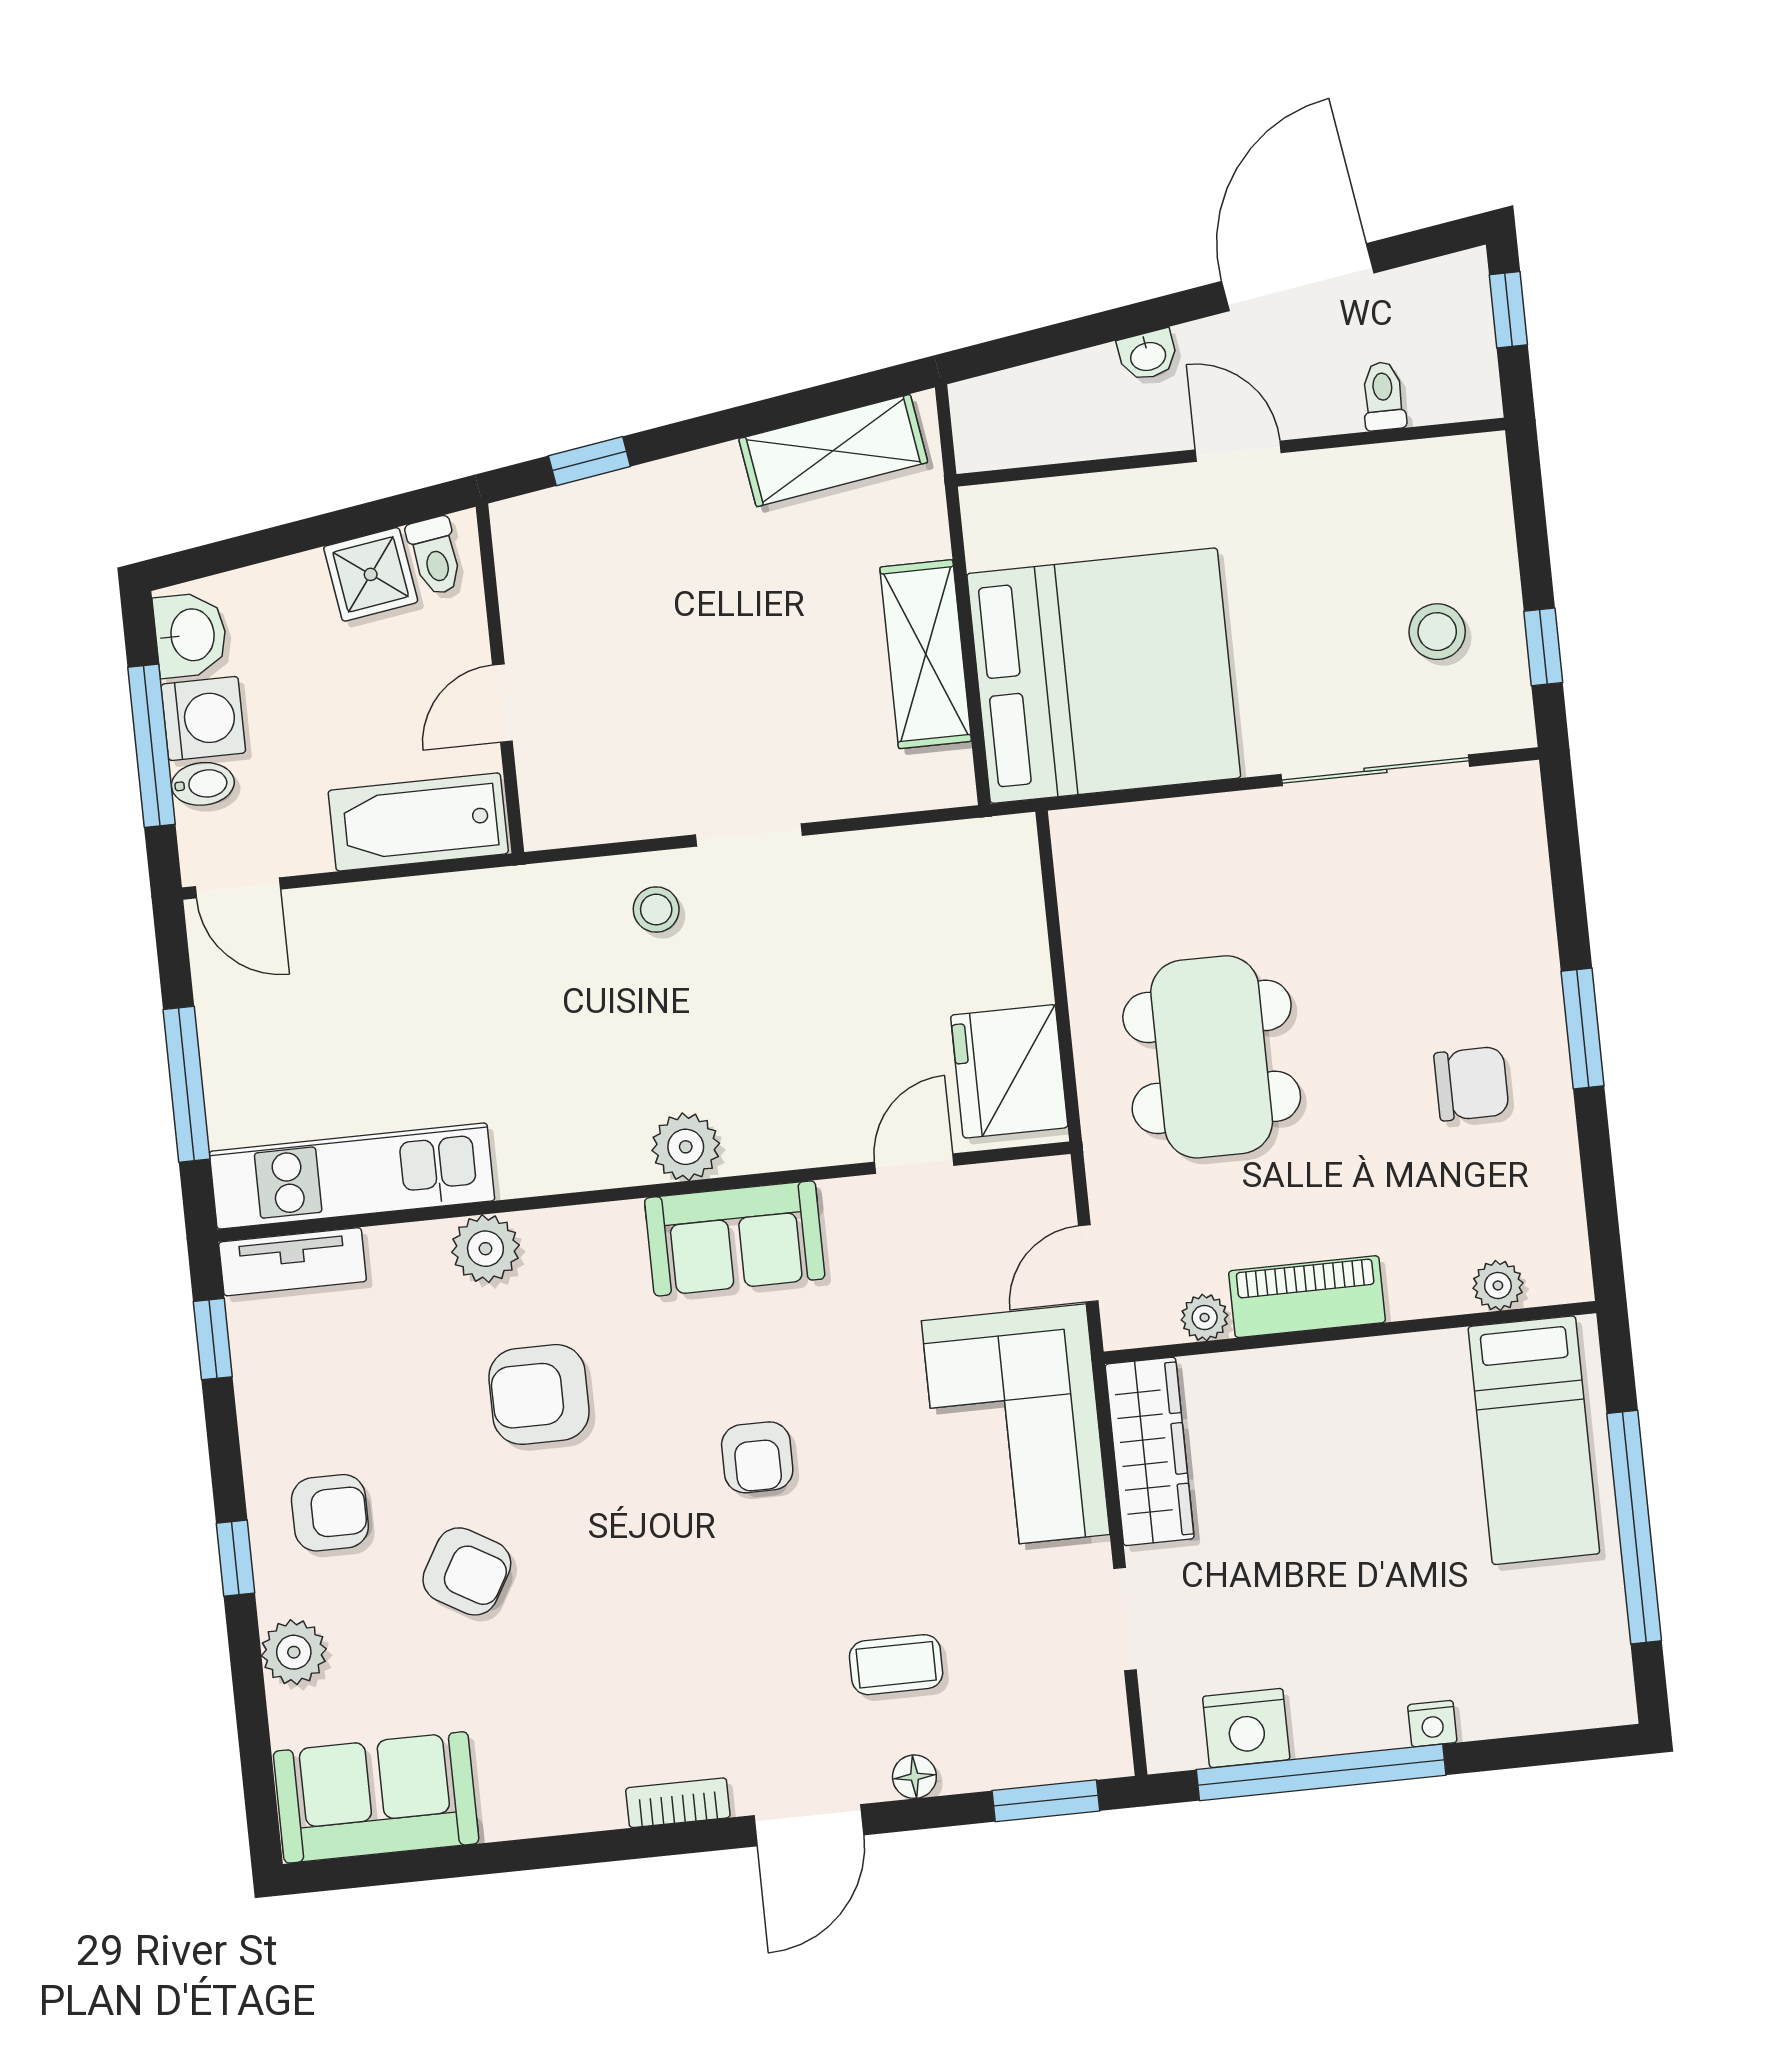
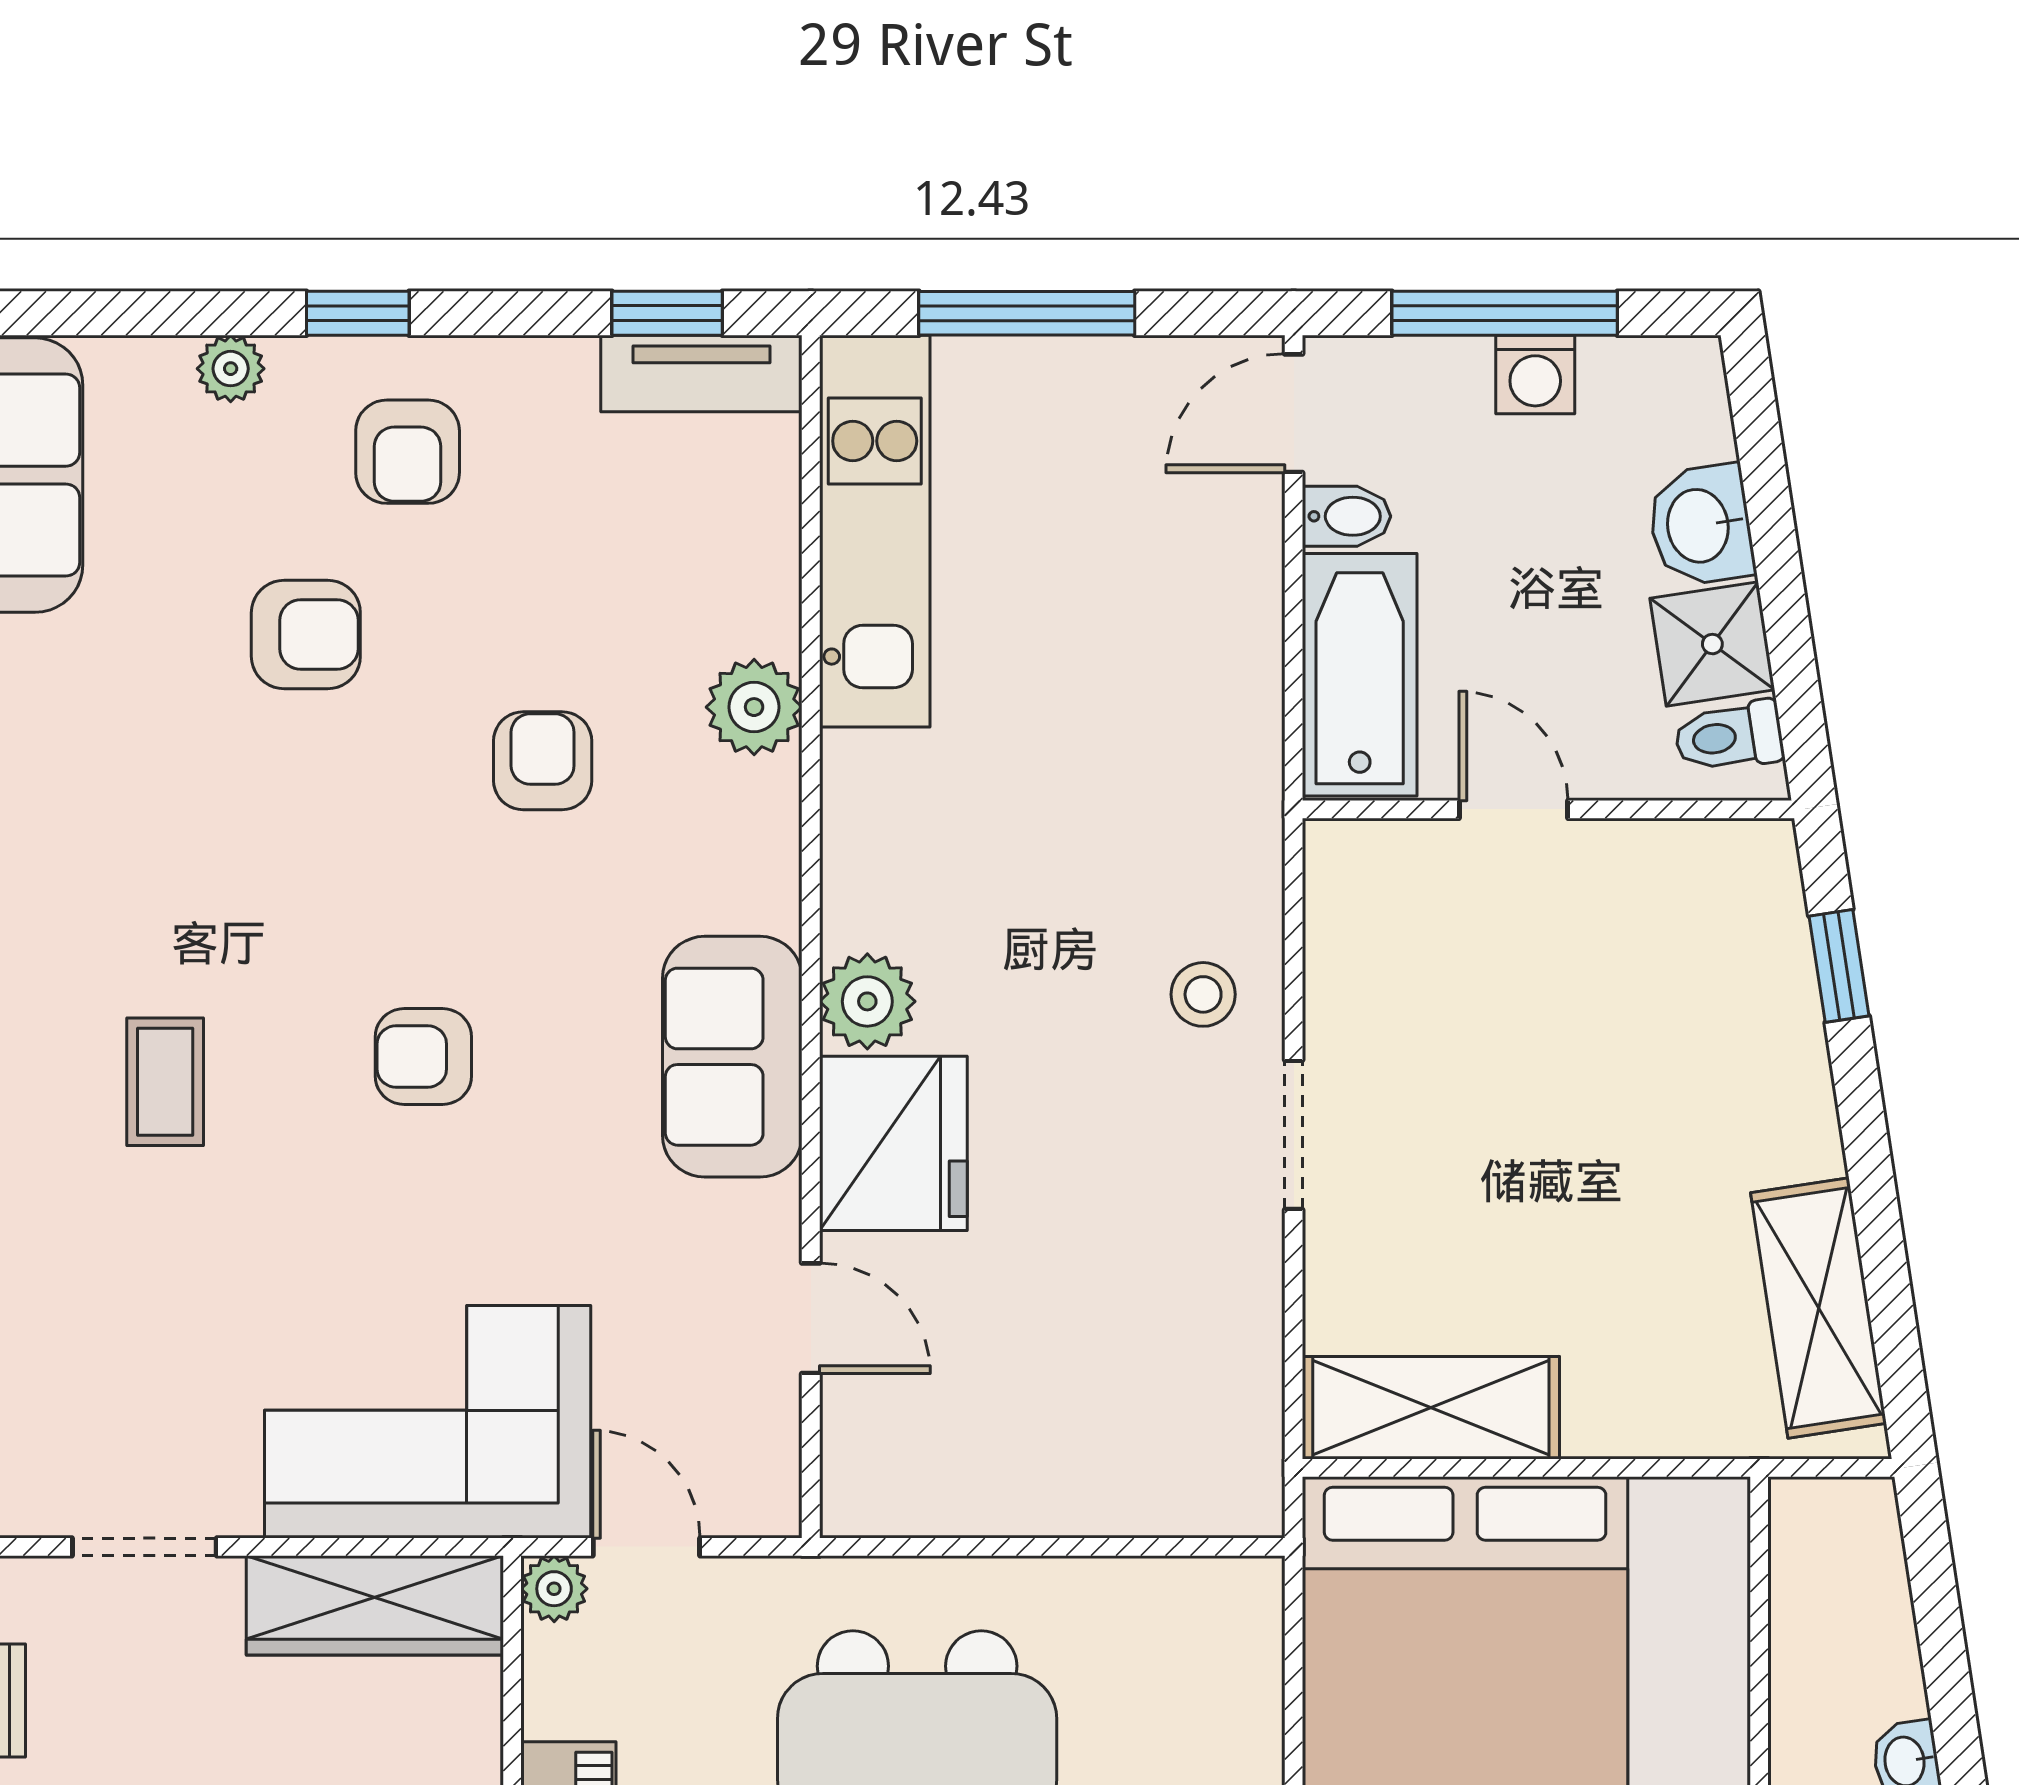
washbasin: (190, 635) -> (1701, 525), moved, turned 81
shelving: (926, 654) -> (1431, 1408), moved
washing machine: (203, 719) -> (1535, 375), width x0.73, depth x0.73
bidet: (203, 784) -> (1347, 516), moved, turned -90
fridge: (1009, 1071) -> (893, 1143), moved, turned 90
tv unit: (293, 1262) -> (701, 374), moved, turned -90
plant: (1205, 1318) -> (554, 1589), moved
armchair: (539, 1394) -> (543, 761), width x0.72, depth x0.72
armchair: (467, 1571) -> (306, 635), turned -120
plant: (294, 1652) -> (231, 369), width x0.73, depth x0.73
coffee table: (896, 1665) -> (165, 1082), moved

